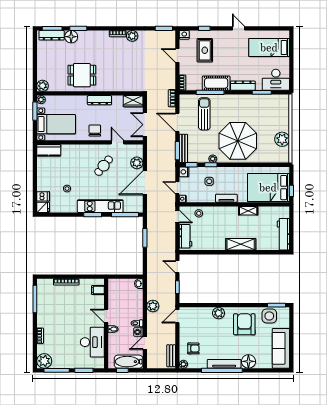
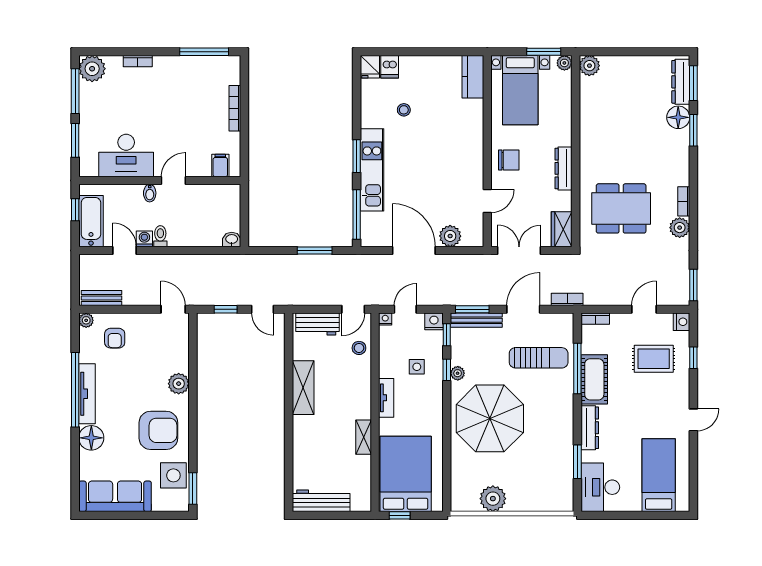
dining table: (82, 75) -> (621, 208), moved, width x1.38
cafe table: (104, 166) -> (445, 176), removed
shelving: (241, 244) -> (303, 388), moved
door: (177, 267) -> (263, 309), swing flipped
plant: (153, 306) -> (191, 265), removed

